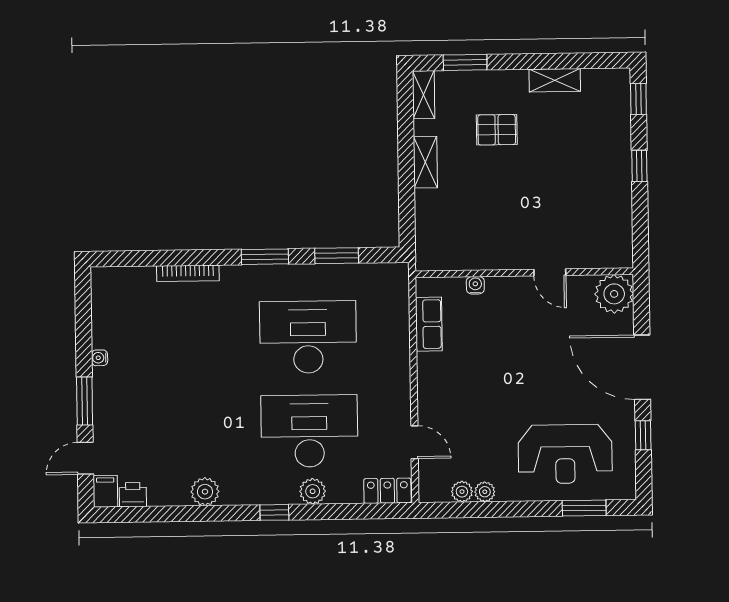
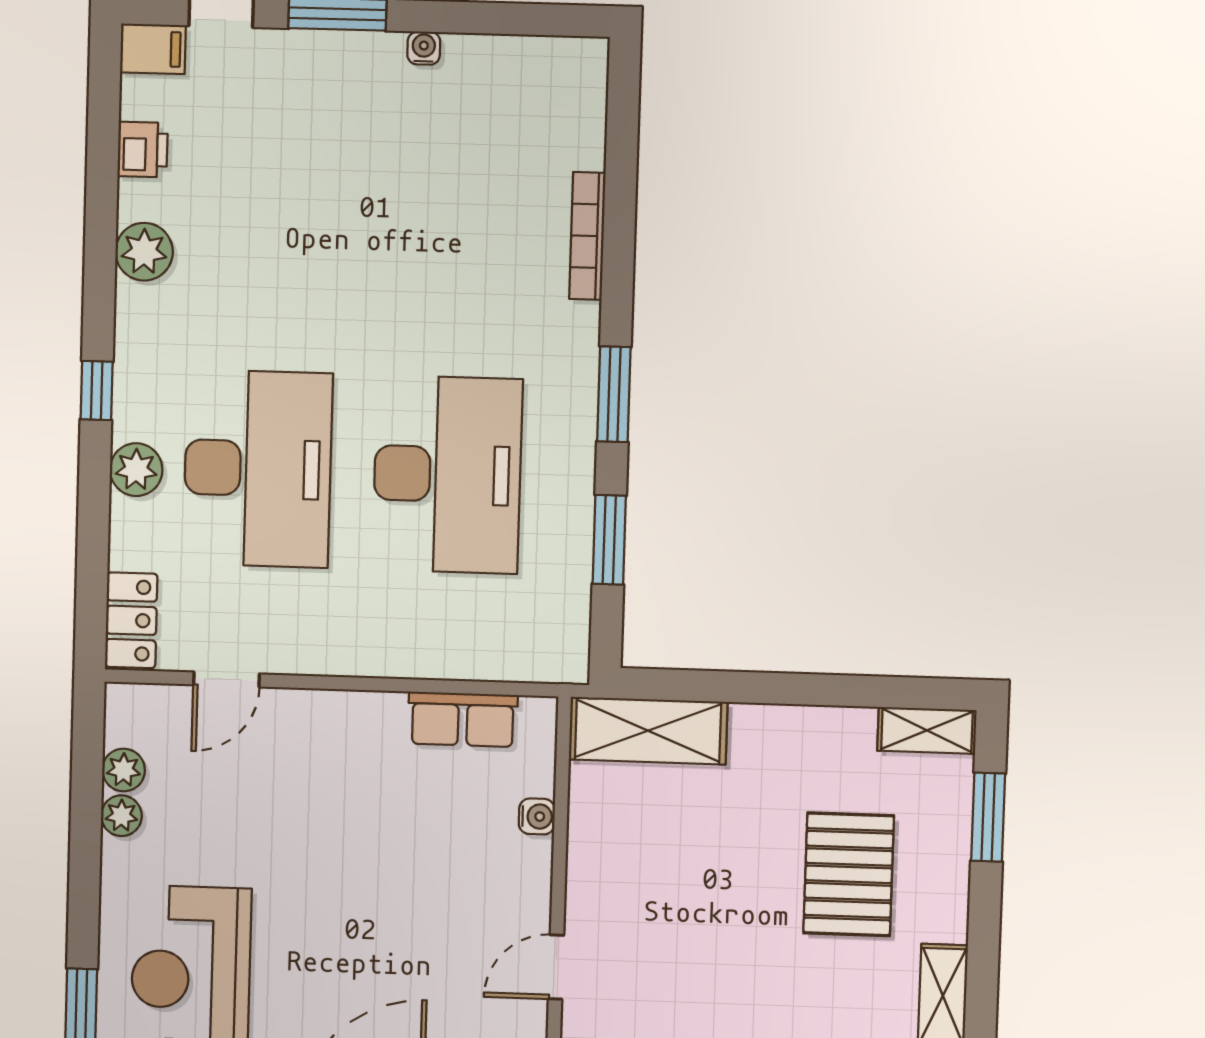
pallet: (497, 130) -> (849, 874), width x1.50, depth x1.42
shelving: (425, 162) -> (648, 731), moved, width x1.50, depth x1.33
printer: (133, 495) -> (143, 149), moved

